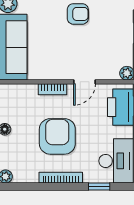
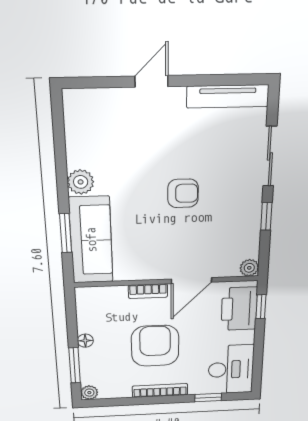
door: (85, 82) -> (191, 281), width x1.38

